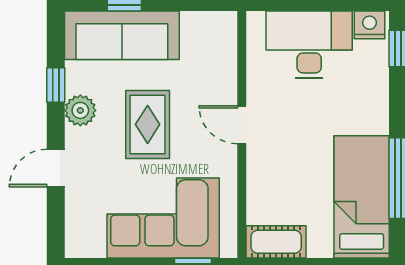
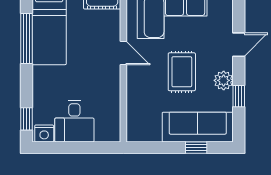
desk: (309, 45) -> (74, 121), width x0.73
door: (242, 125) -> (123, 53), moved

